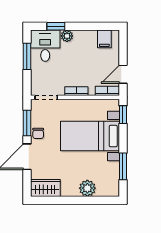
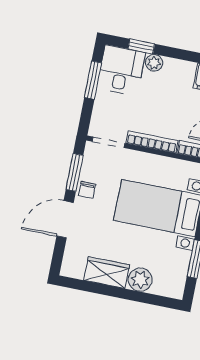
bookcase: (76, 91) -> (152, 142), width x1.56
wardrobe: (45, 188) -> (107, 273), moved

